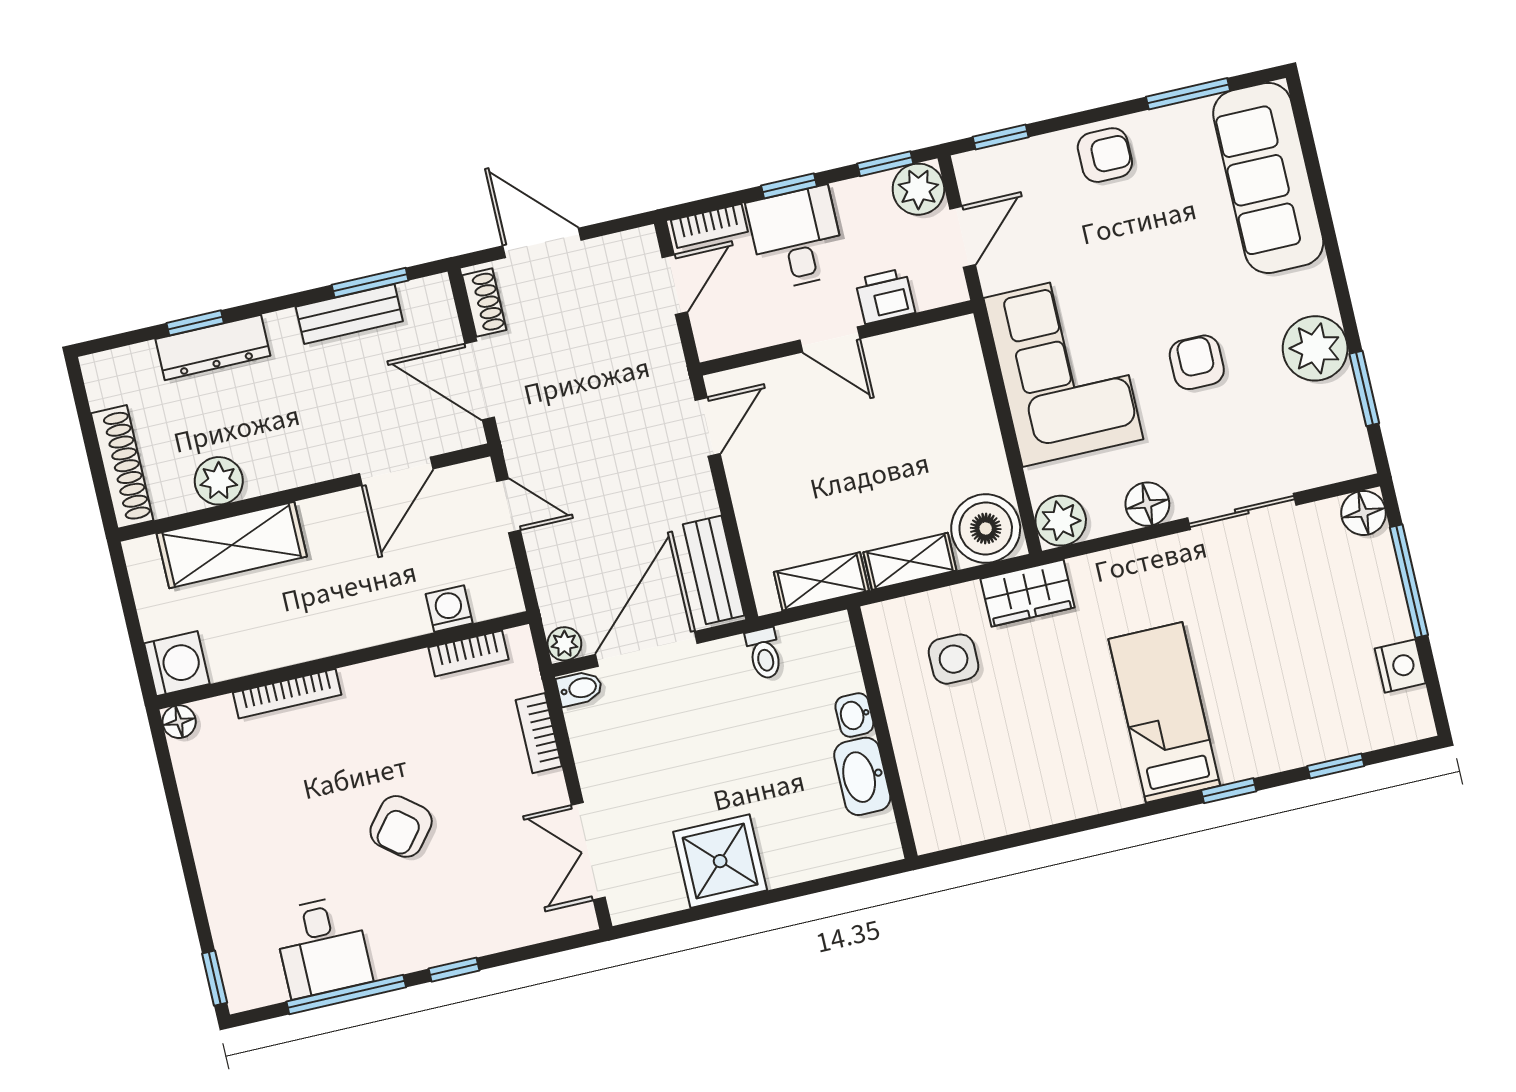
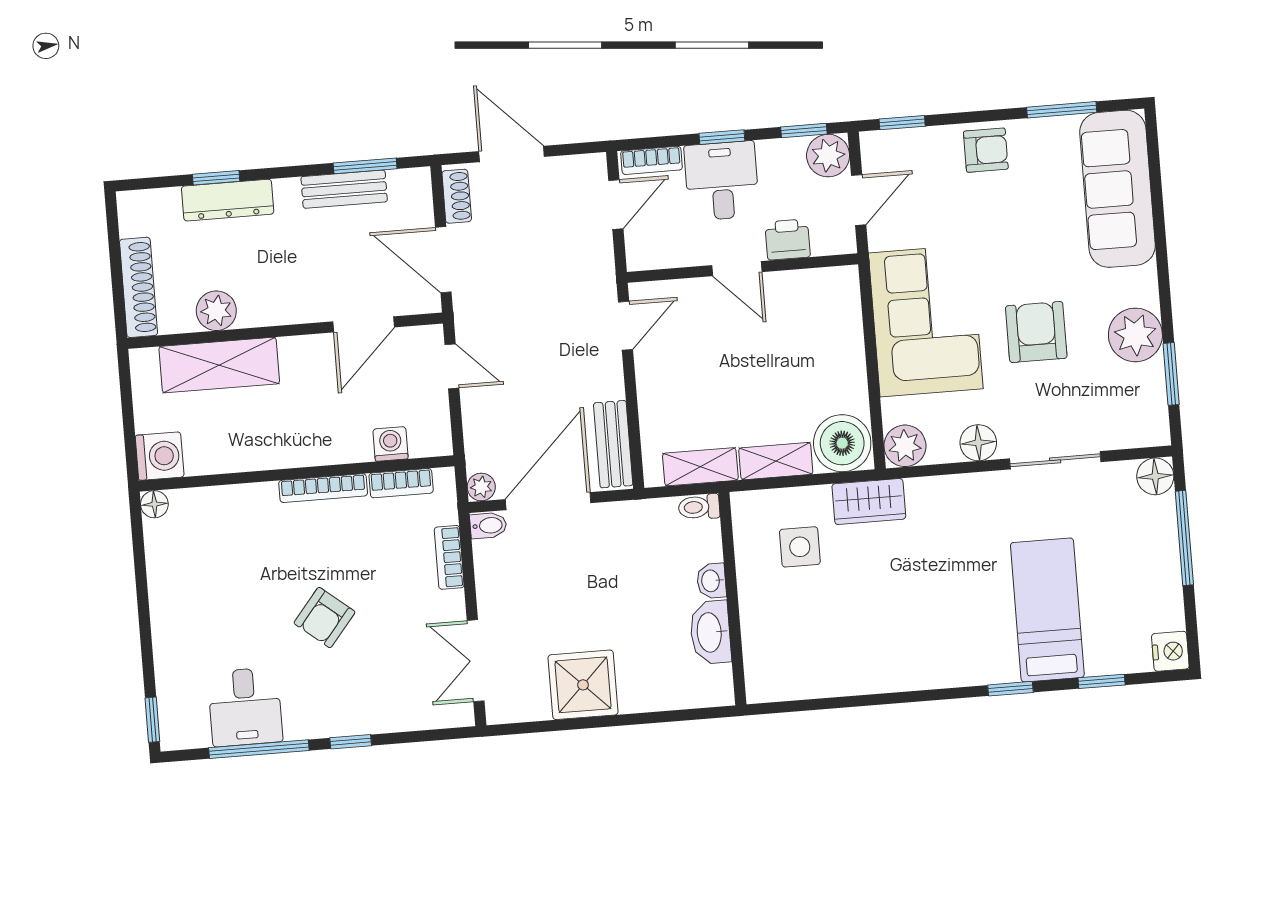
armchair: (1197, 362) -> (1036, 332), width x1.38, depth x1.38
toilet: (764, 654) -> (699, 507), moved, turned 90
nightstand: (1400, 666) -> (1170, 651), moved
bookcase: (287, 694) -> (323, 488), moved
bed: (1164, 712) -> (1047, 610), moved

